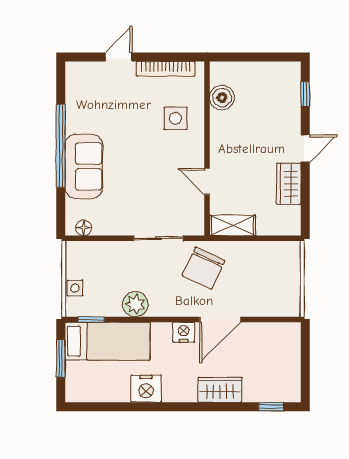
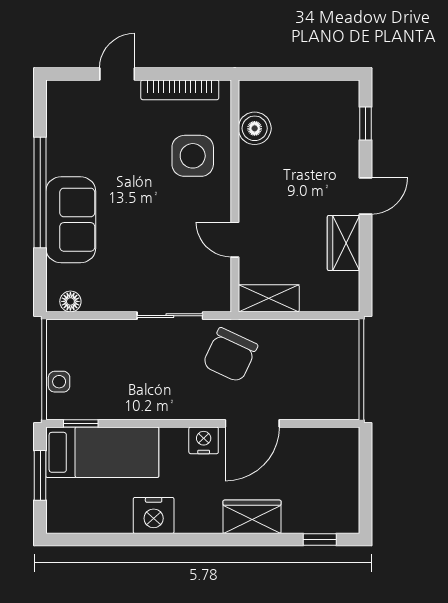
side table: (175, 118) -> (193, 156), width x1.37, depth x1.37
plant: (135, 304) -> (139, 403), removed

